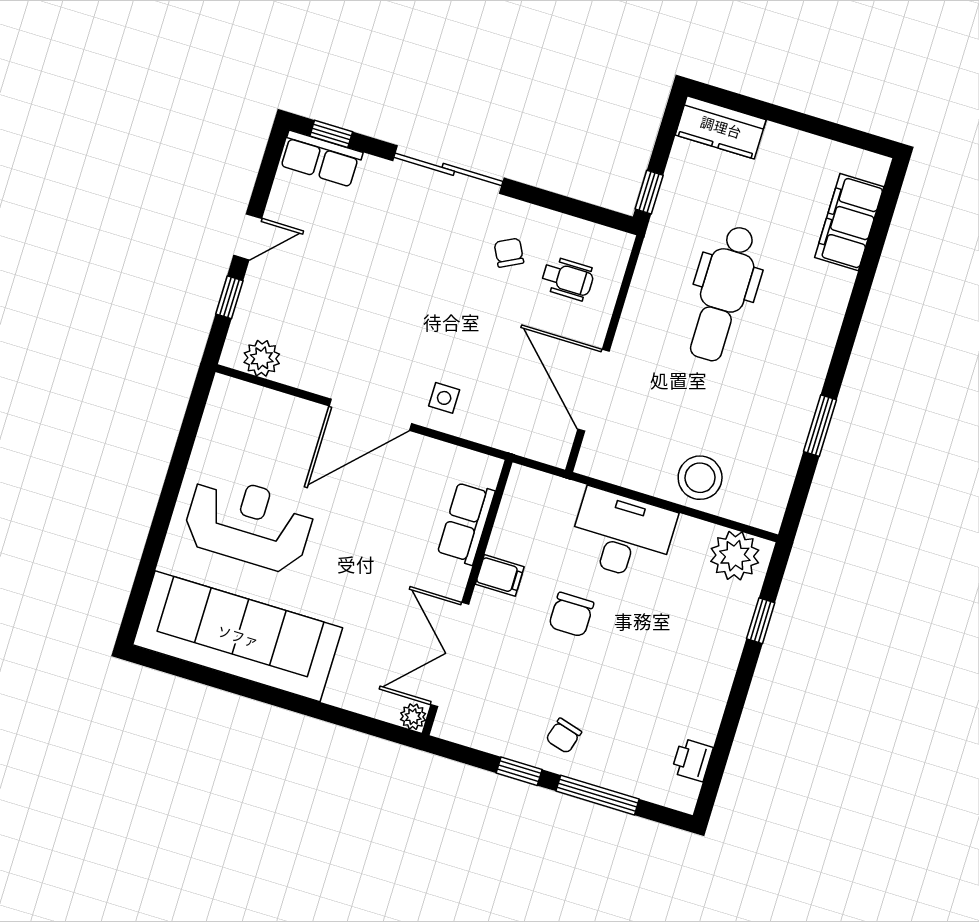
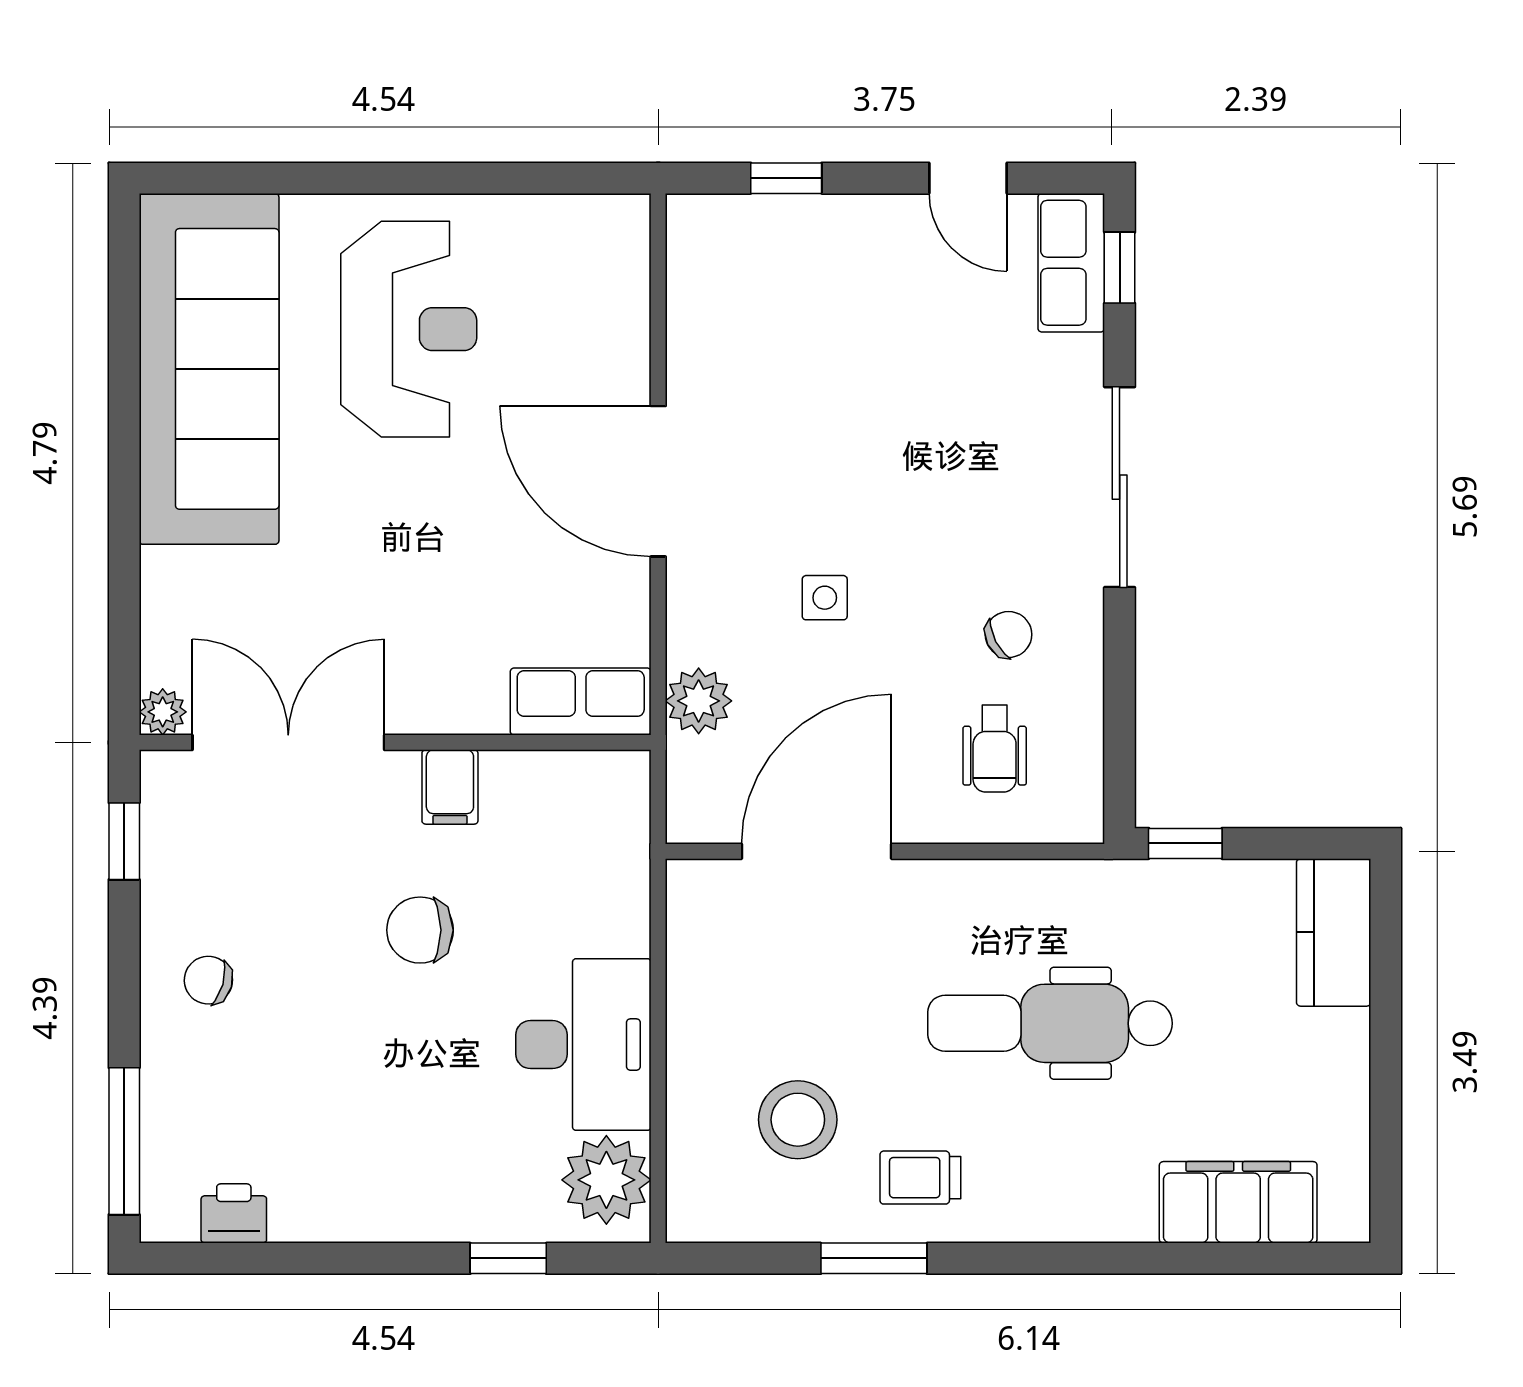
door: (248, 237) -> (968, 178), moved
plant: (262, 358) -> (699, 701), moved
trolley: (784, 388) -> (920, 1178), added
side table: (444, 398) -> (825, 598), moved
stool: (700, 478) -> (798, 1120), moved
row of seats: (466, 523) -> (581, 702), moved
desk: (622, 535) -> (583, 1045), moved
window: (519, 771) -> (124, 841), moved
window: (598, 795) -> (124, 1141), moved

